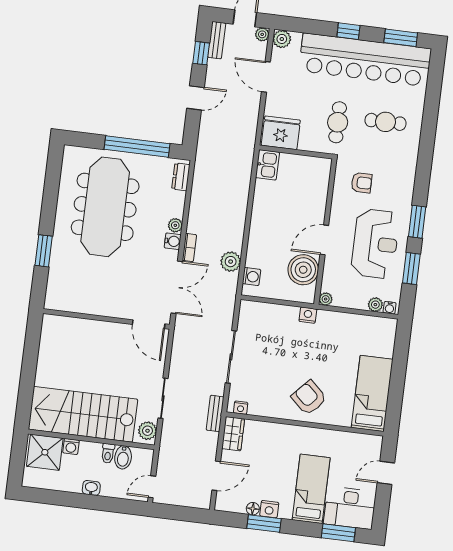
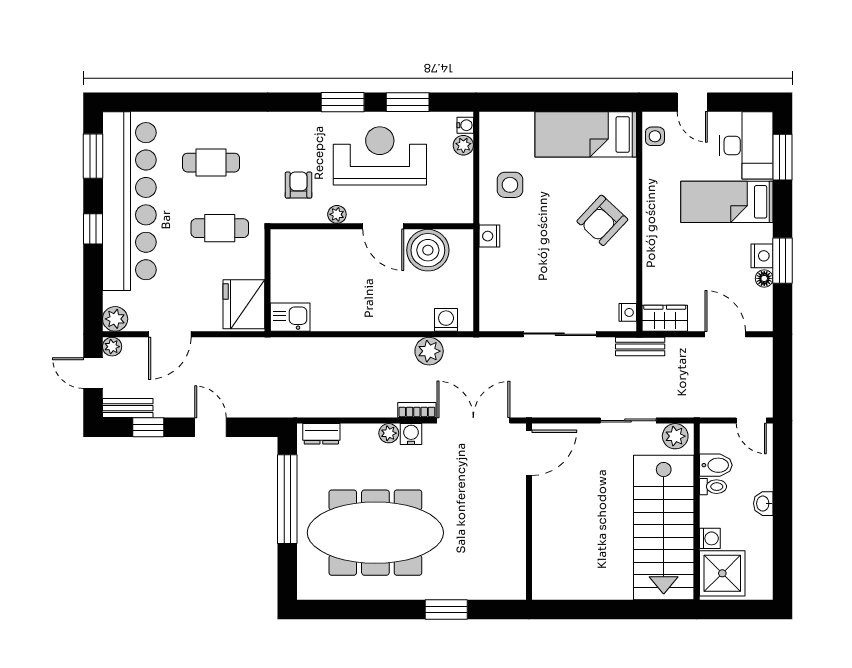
cafe table: (386, 122) -> (211, 163), turned 90
plant: (326, 299) -> (337, 214), moved
side table: (343, 335) -> (510, 185), added
side table: (365, 443) -> (655, 136), added

